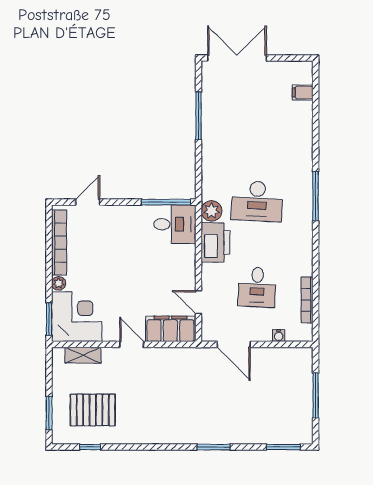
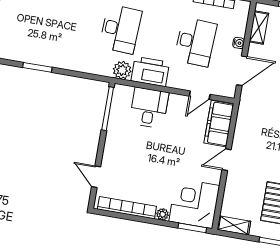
window: (199, 116) -> (37, 67), width x0.69
desk: (175, 224) -> (149, 108), moved
desk: (257, 287) -> (195, 42), width x1.37
water cooler: (279, 336) -> (239, 43), moved
shelving: (83, 355) -> (234, 225), moved, turned 90
shelving: (285, 355) -> (259, 27), added

